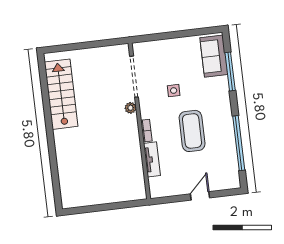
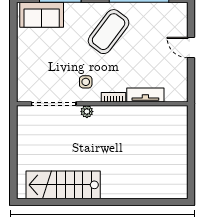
side table: (174, 91) -> (86, 82), moved
coffee table: (192, 131) -> (109, 32), moved, turned -53

